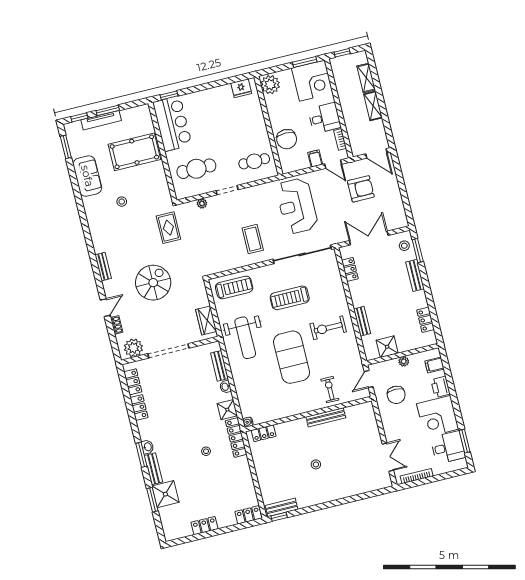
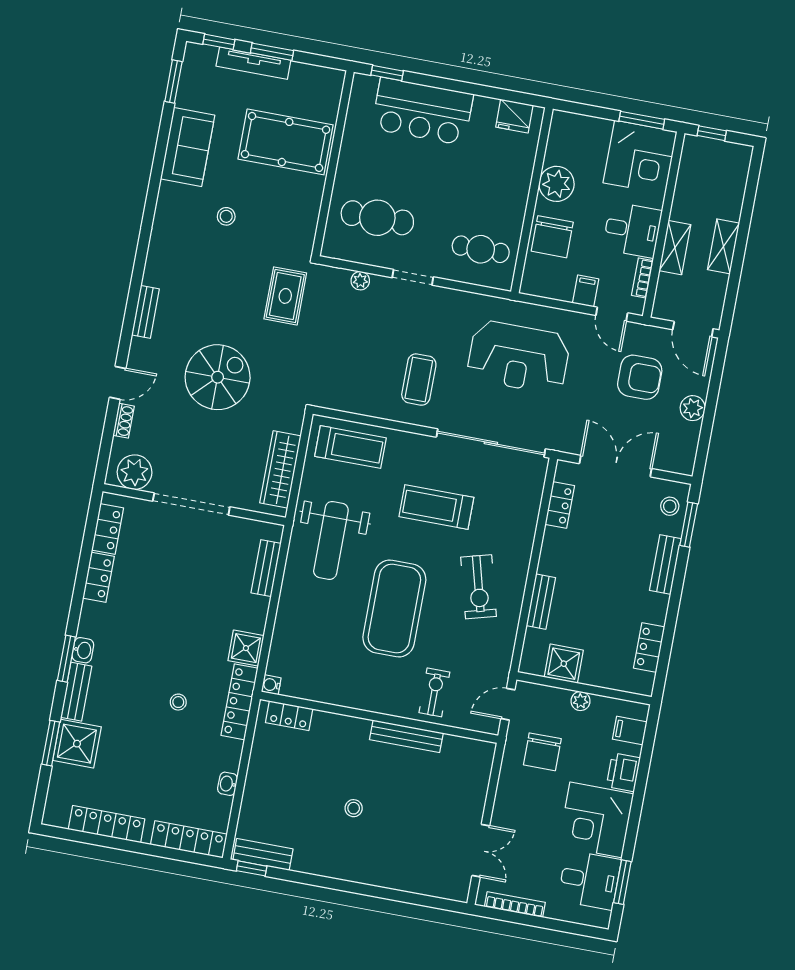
shelving: (366, 78) -> (675, 248), moved
plant: (270, 85) -> (557, 184), moved
bar counter: (172, 124) -> (422, 111), moved, turned 90
plant: (394, 192) -> (693, 408), added
reception desk: (297, 206) -> (519, 357), turned -90
wardrobe: (206, 320) -> (280, 469), width x1.50
exercise bike: (328, 328) -> (479, 587), turned -105
washbasin: (225, 387) -> (228, 784), moved
locker: (248, 515) -> (189, 839), width x1.53
locker: (205, 526) -> (107, 824), width x1.53

